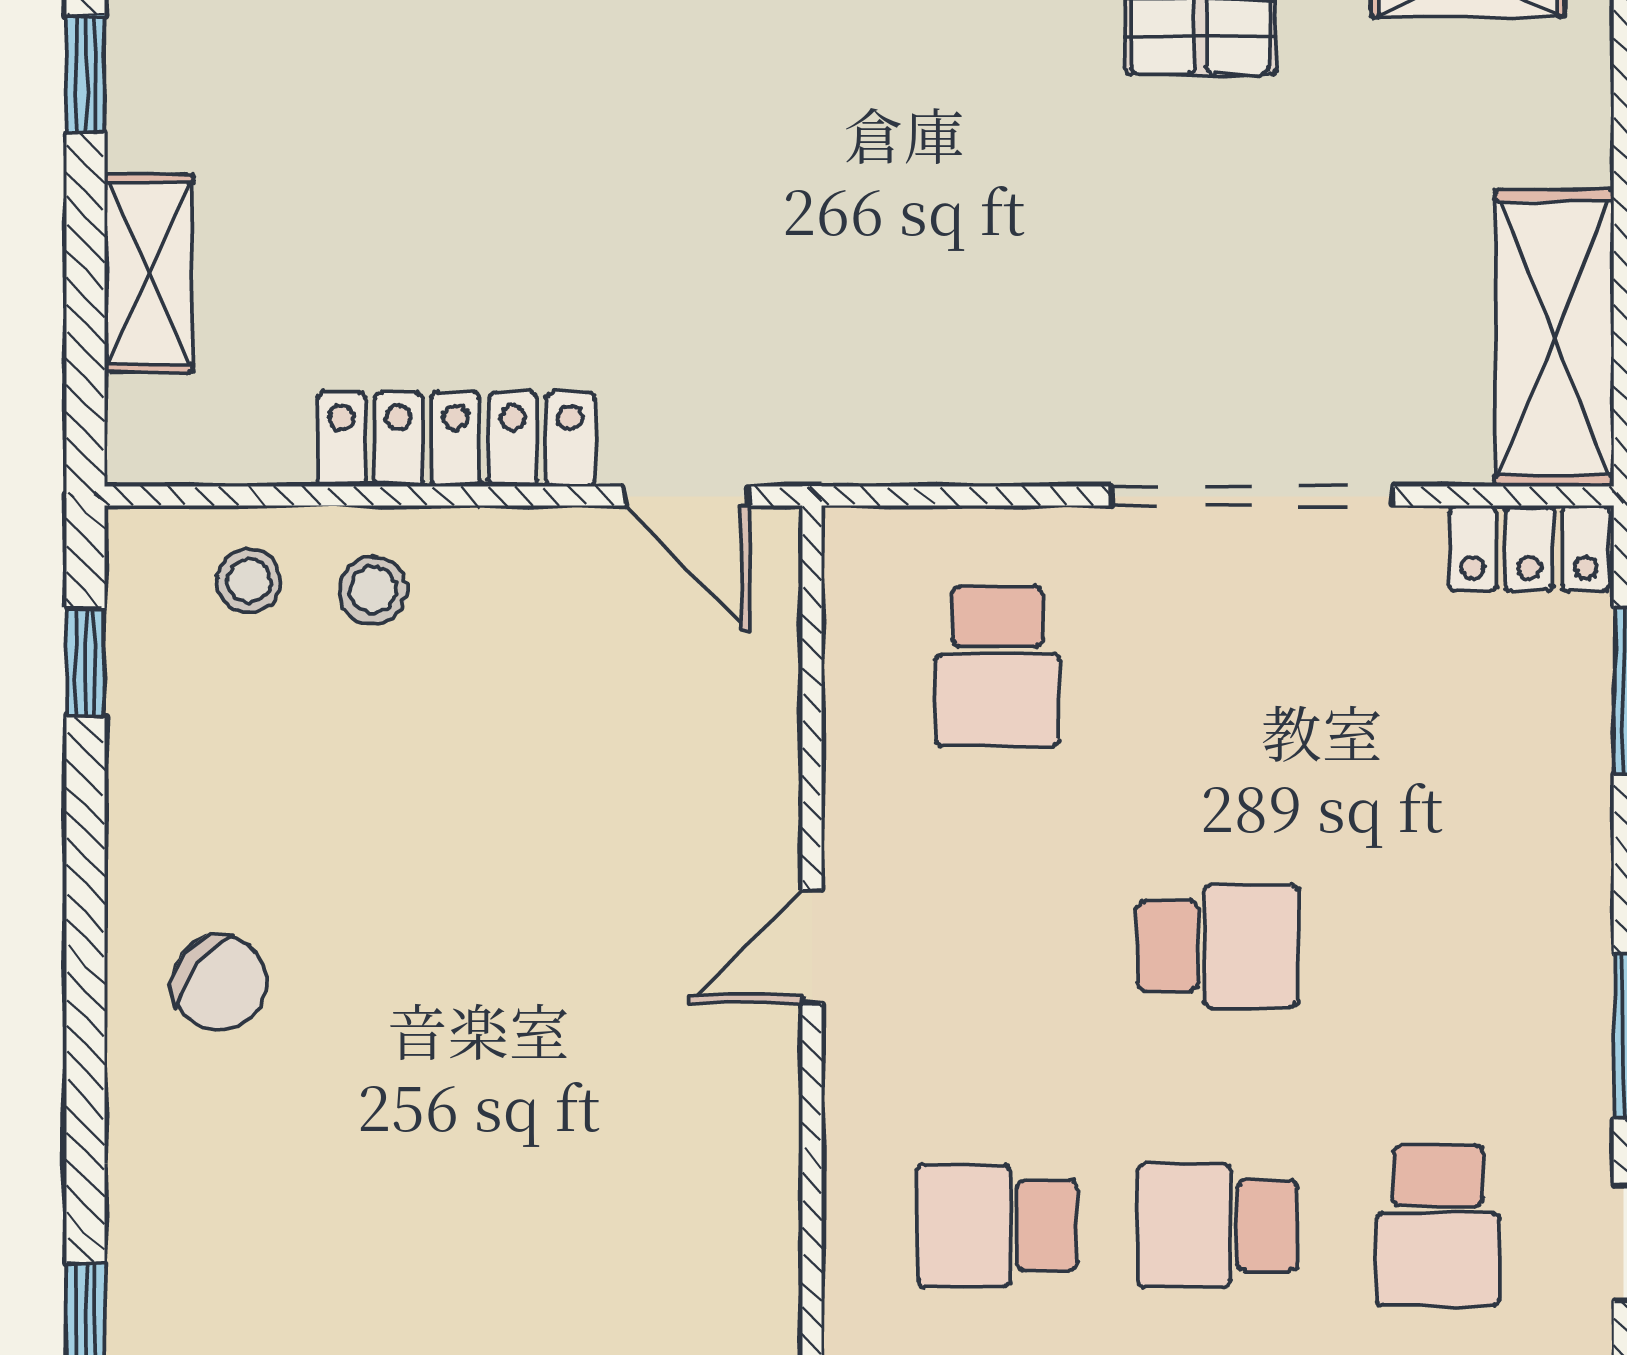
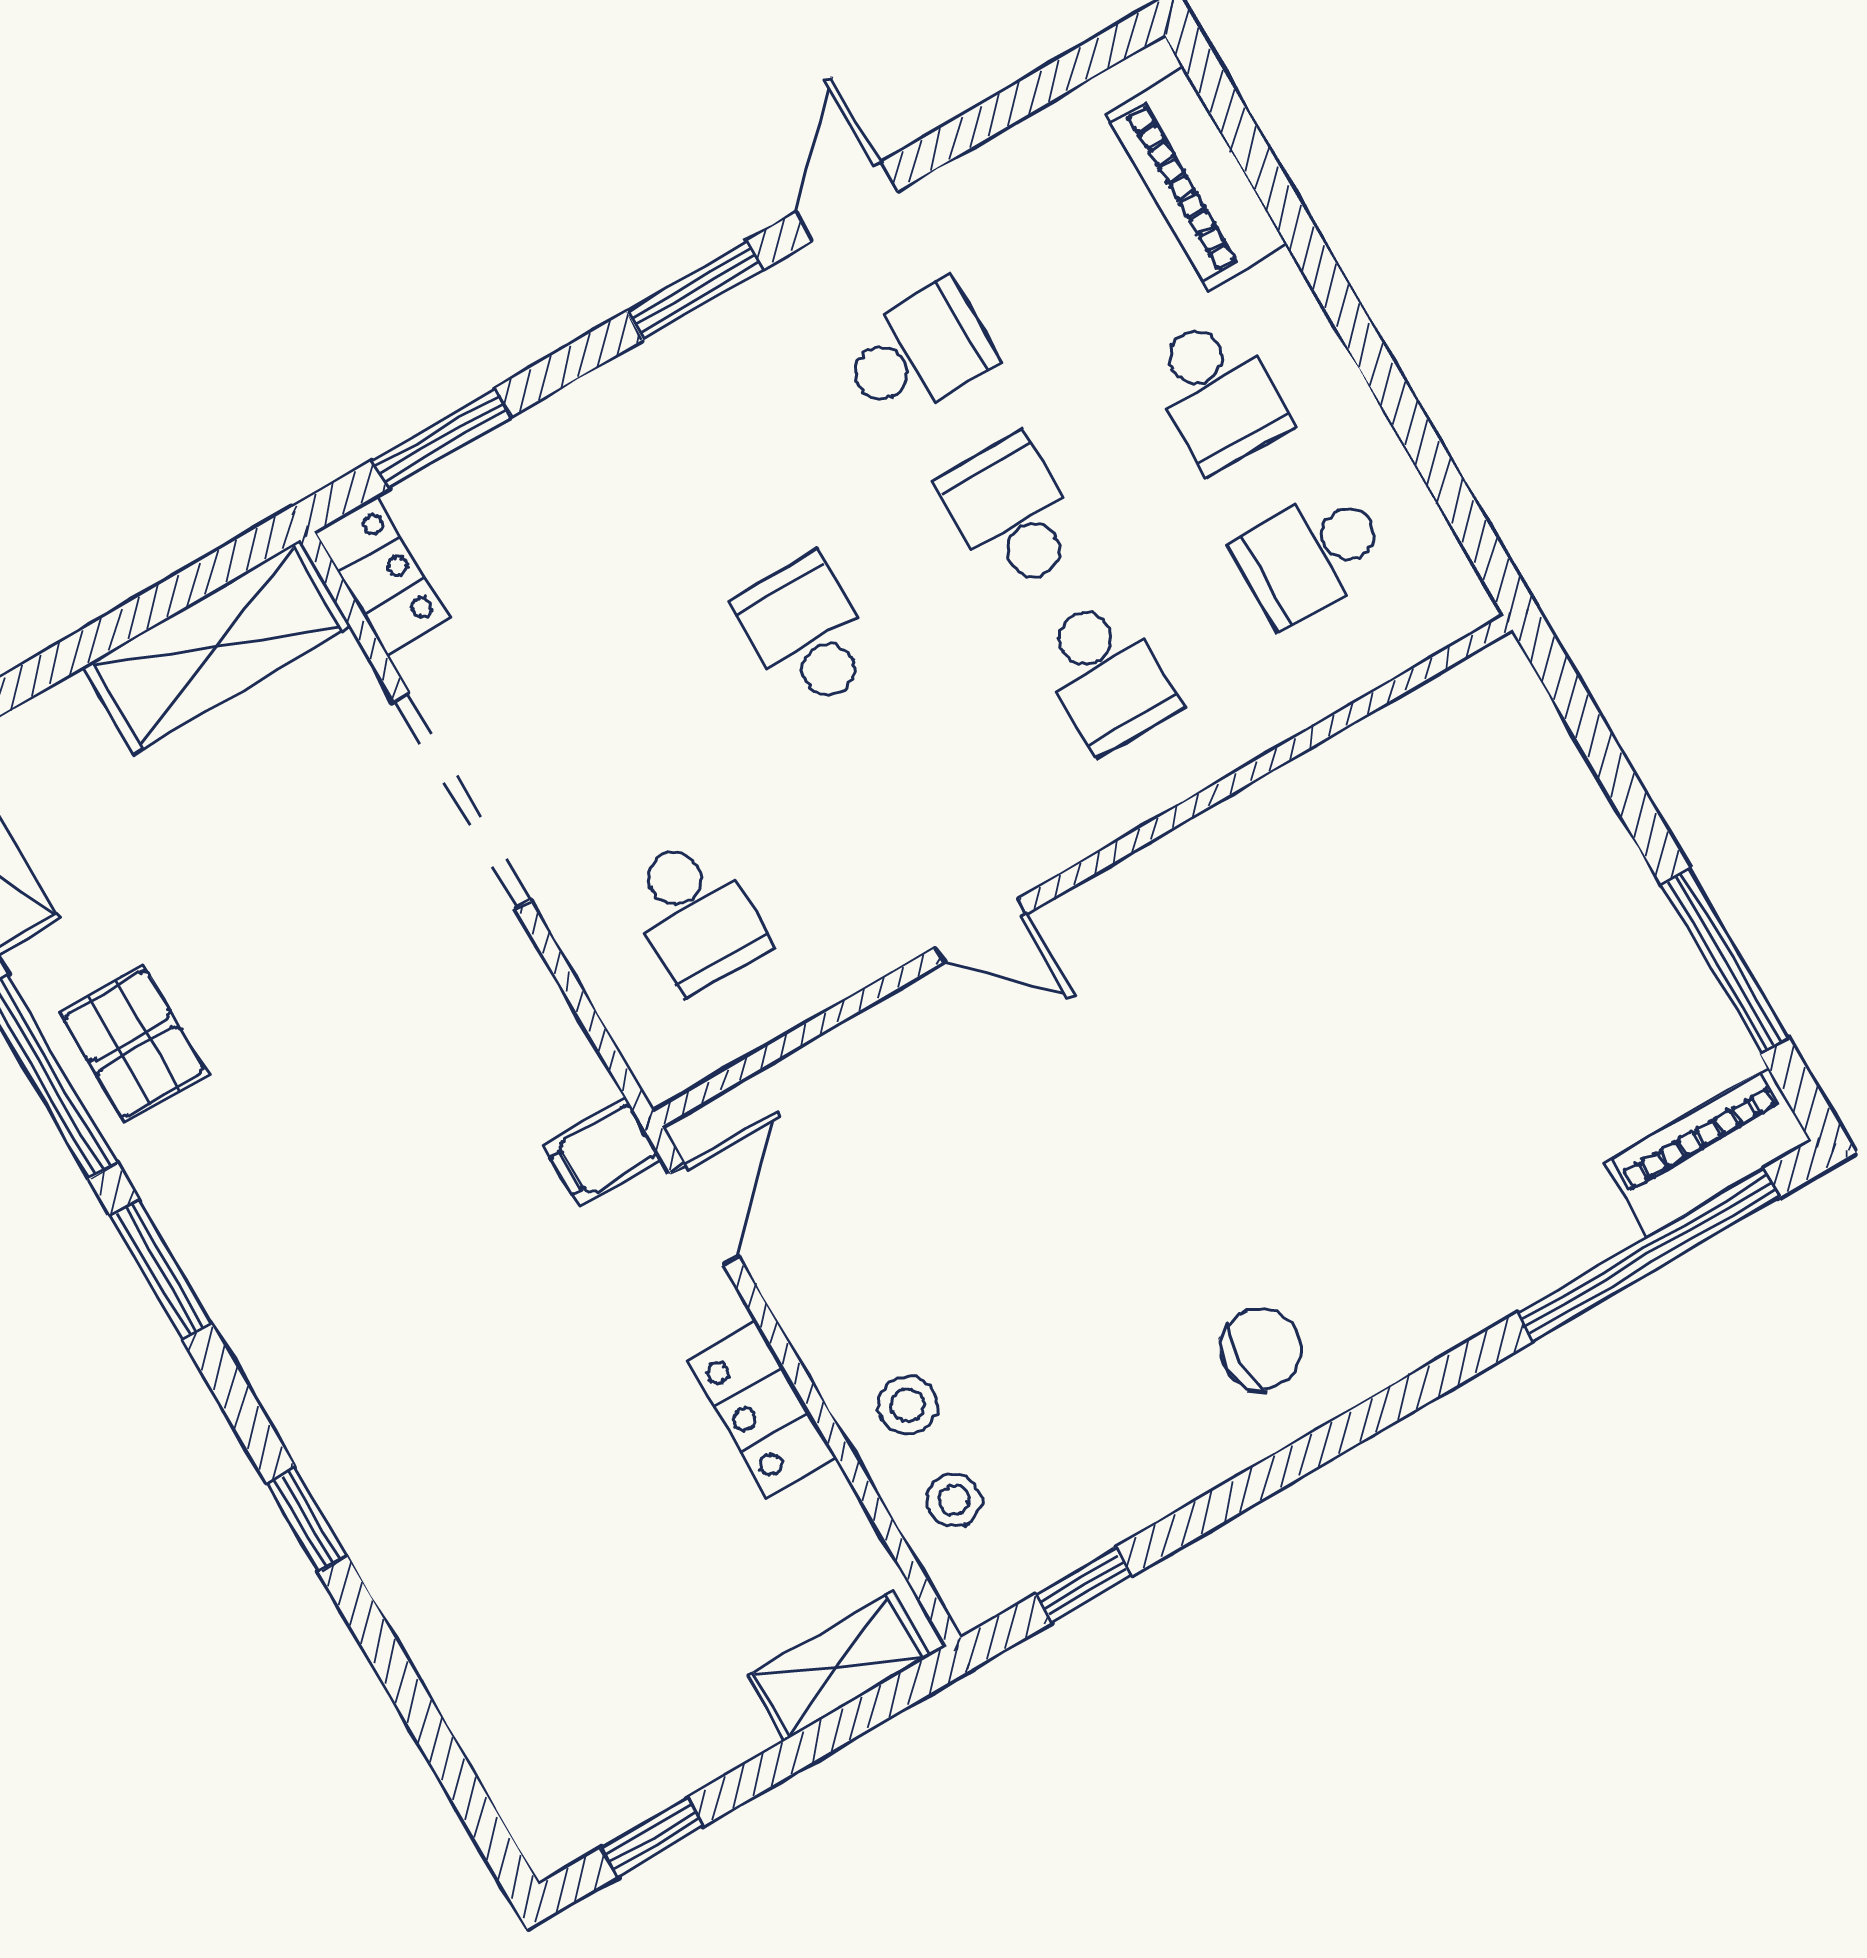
shelving: (149, 274) -> (838, 1666), moved
filing cabinet: (811, 430) -> (603, 1152), added
locker: (456, 439) -> (762, 1409), width x0.66
school desk: (997, 666) -> (696, 915), turned 90
chair: (220, 983) -> (1261, 1349), turned 51
school desk: (1218, 1226) -> (1012, 513), turned 180

